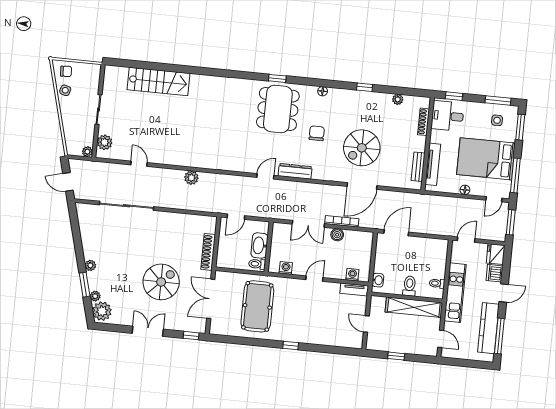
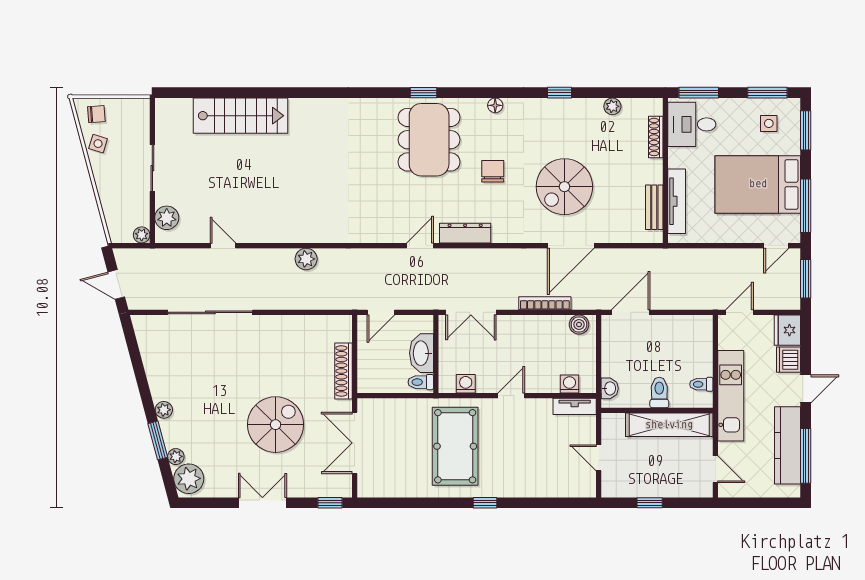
window: (454, 96) -> (699, 93), width x1.50
floor lamp: (465, 190) -> (730, 236), removed
double door: (308, 224) -> (471, 312), moved
boiler: (337, 235) -> (579, 325), moved
pool table: (257, 306) -> (455, 446), moved

